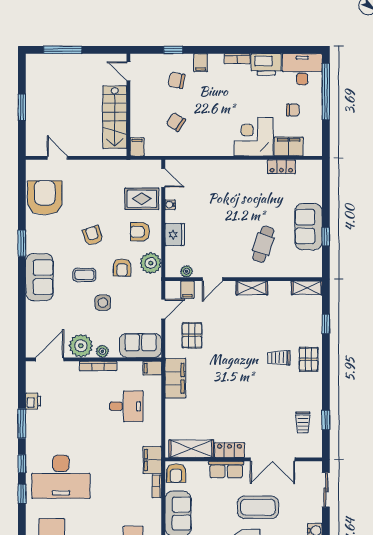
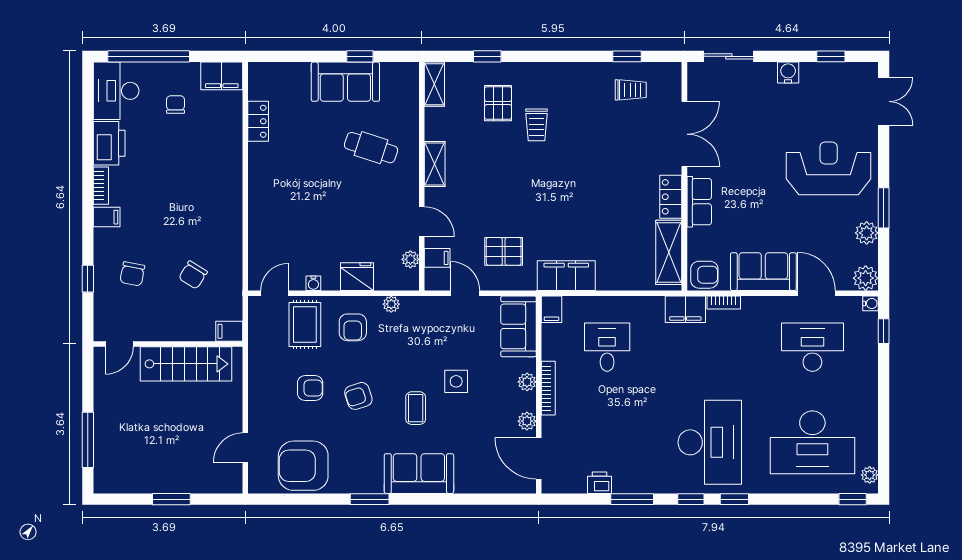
filing cabinet: (201, 63) -> (107, 217), moved
corner desk: (254, 137) -> (214, 161), removed
filing cabinet: (289, 147) -> (222, 76), moved, turned -90
plant: (151, 263) -> (391, 304), width x0.53, depth x0.53
armchair: (122, 268) -> (310, 388), moved
plant: (81, 346) -> (527, 421), width x0.53, depth x0.53
pallet: (309, 359) -> (498, 103), moved, turned 90
coffee table: (258, 507) -> (754, 155), removed

